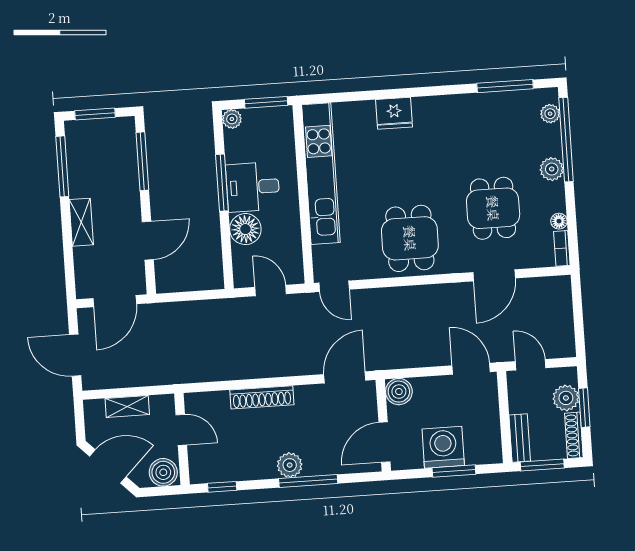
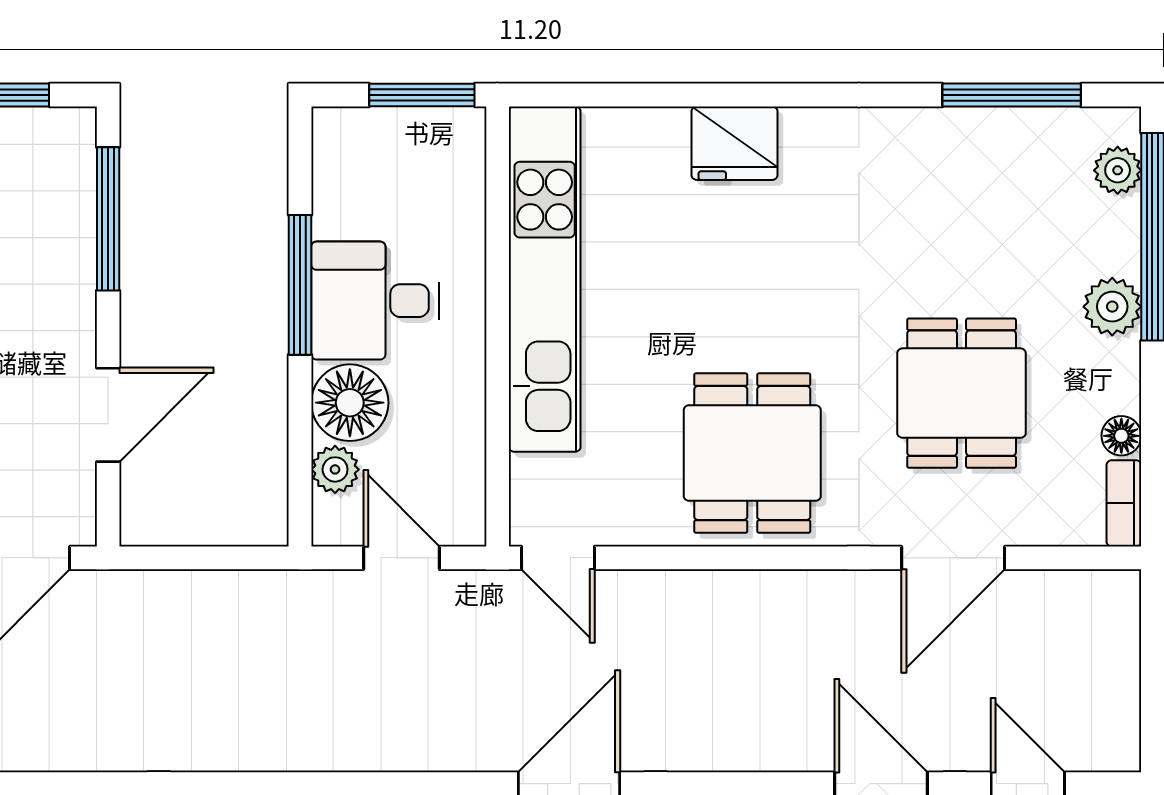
plant: (232, 119) -> (335, 469), moved

